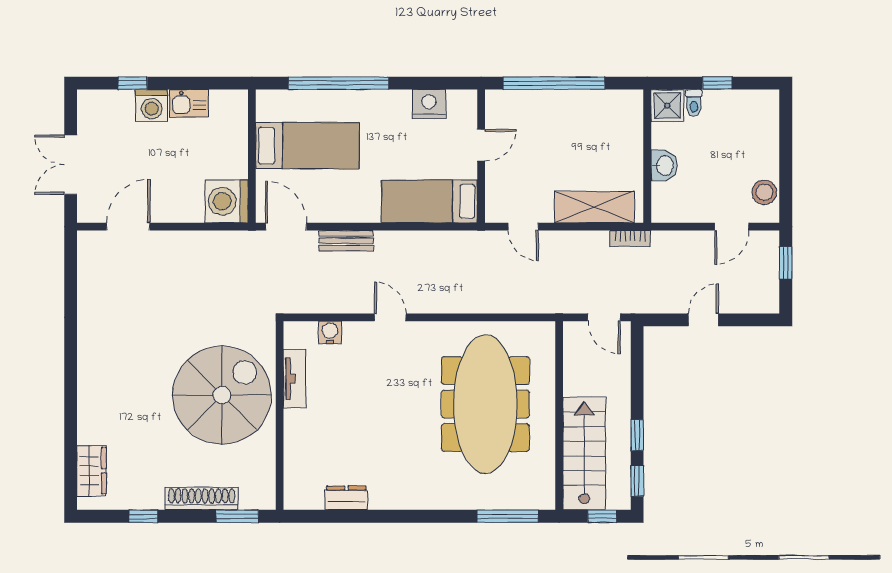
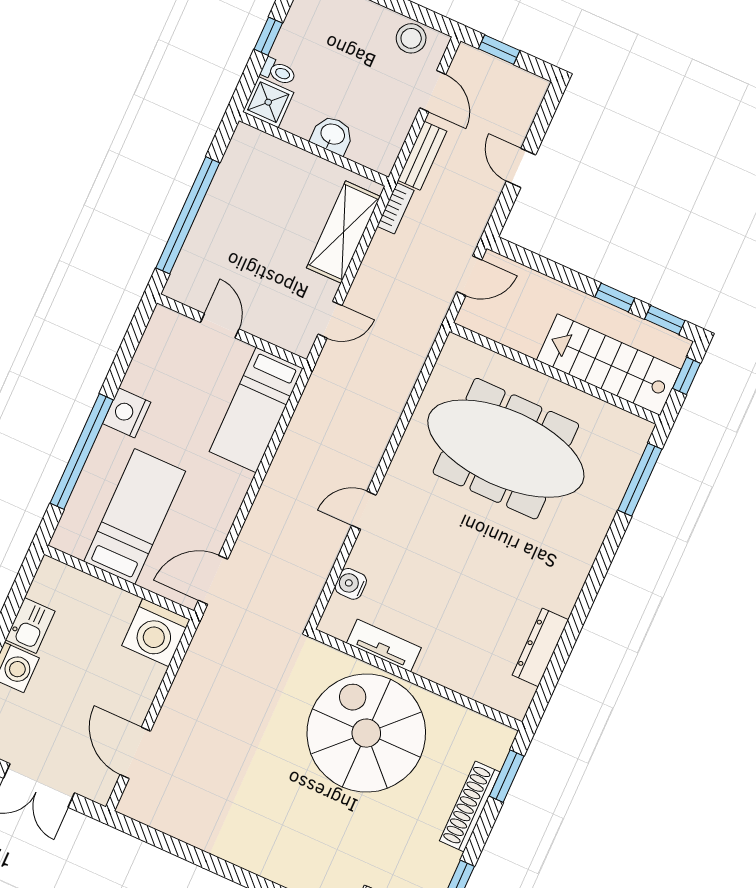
nightstand: (429, 104) -> (127, 413), moved
bench: (346, 241) -> (422, 156), moved
dresser: (346, 498) -> (540, 647), width x1.44

